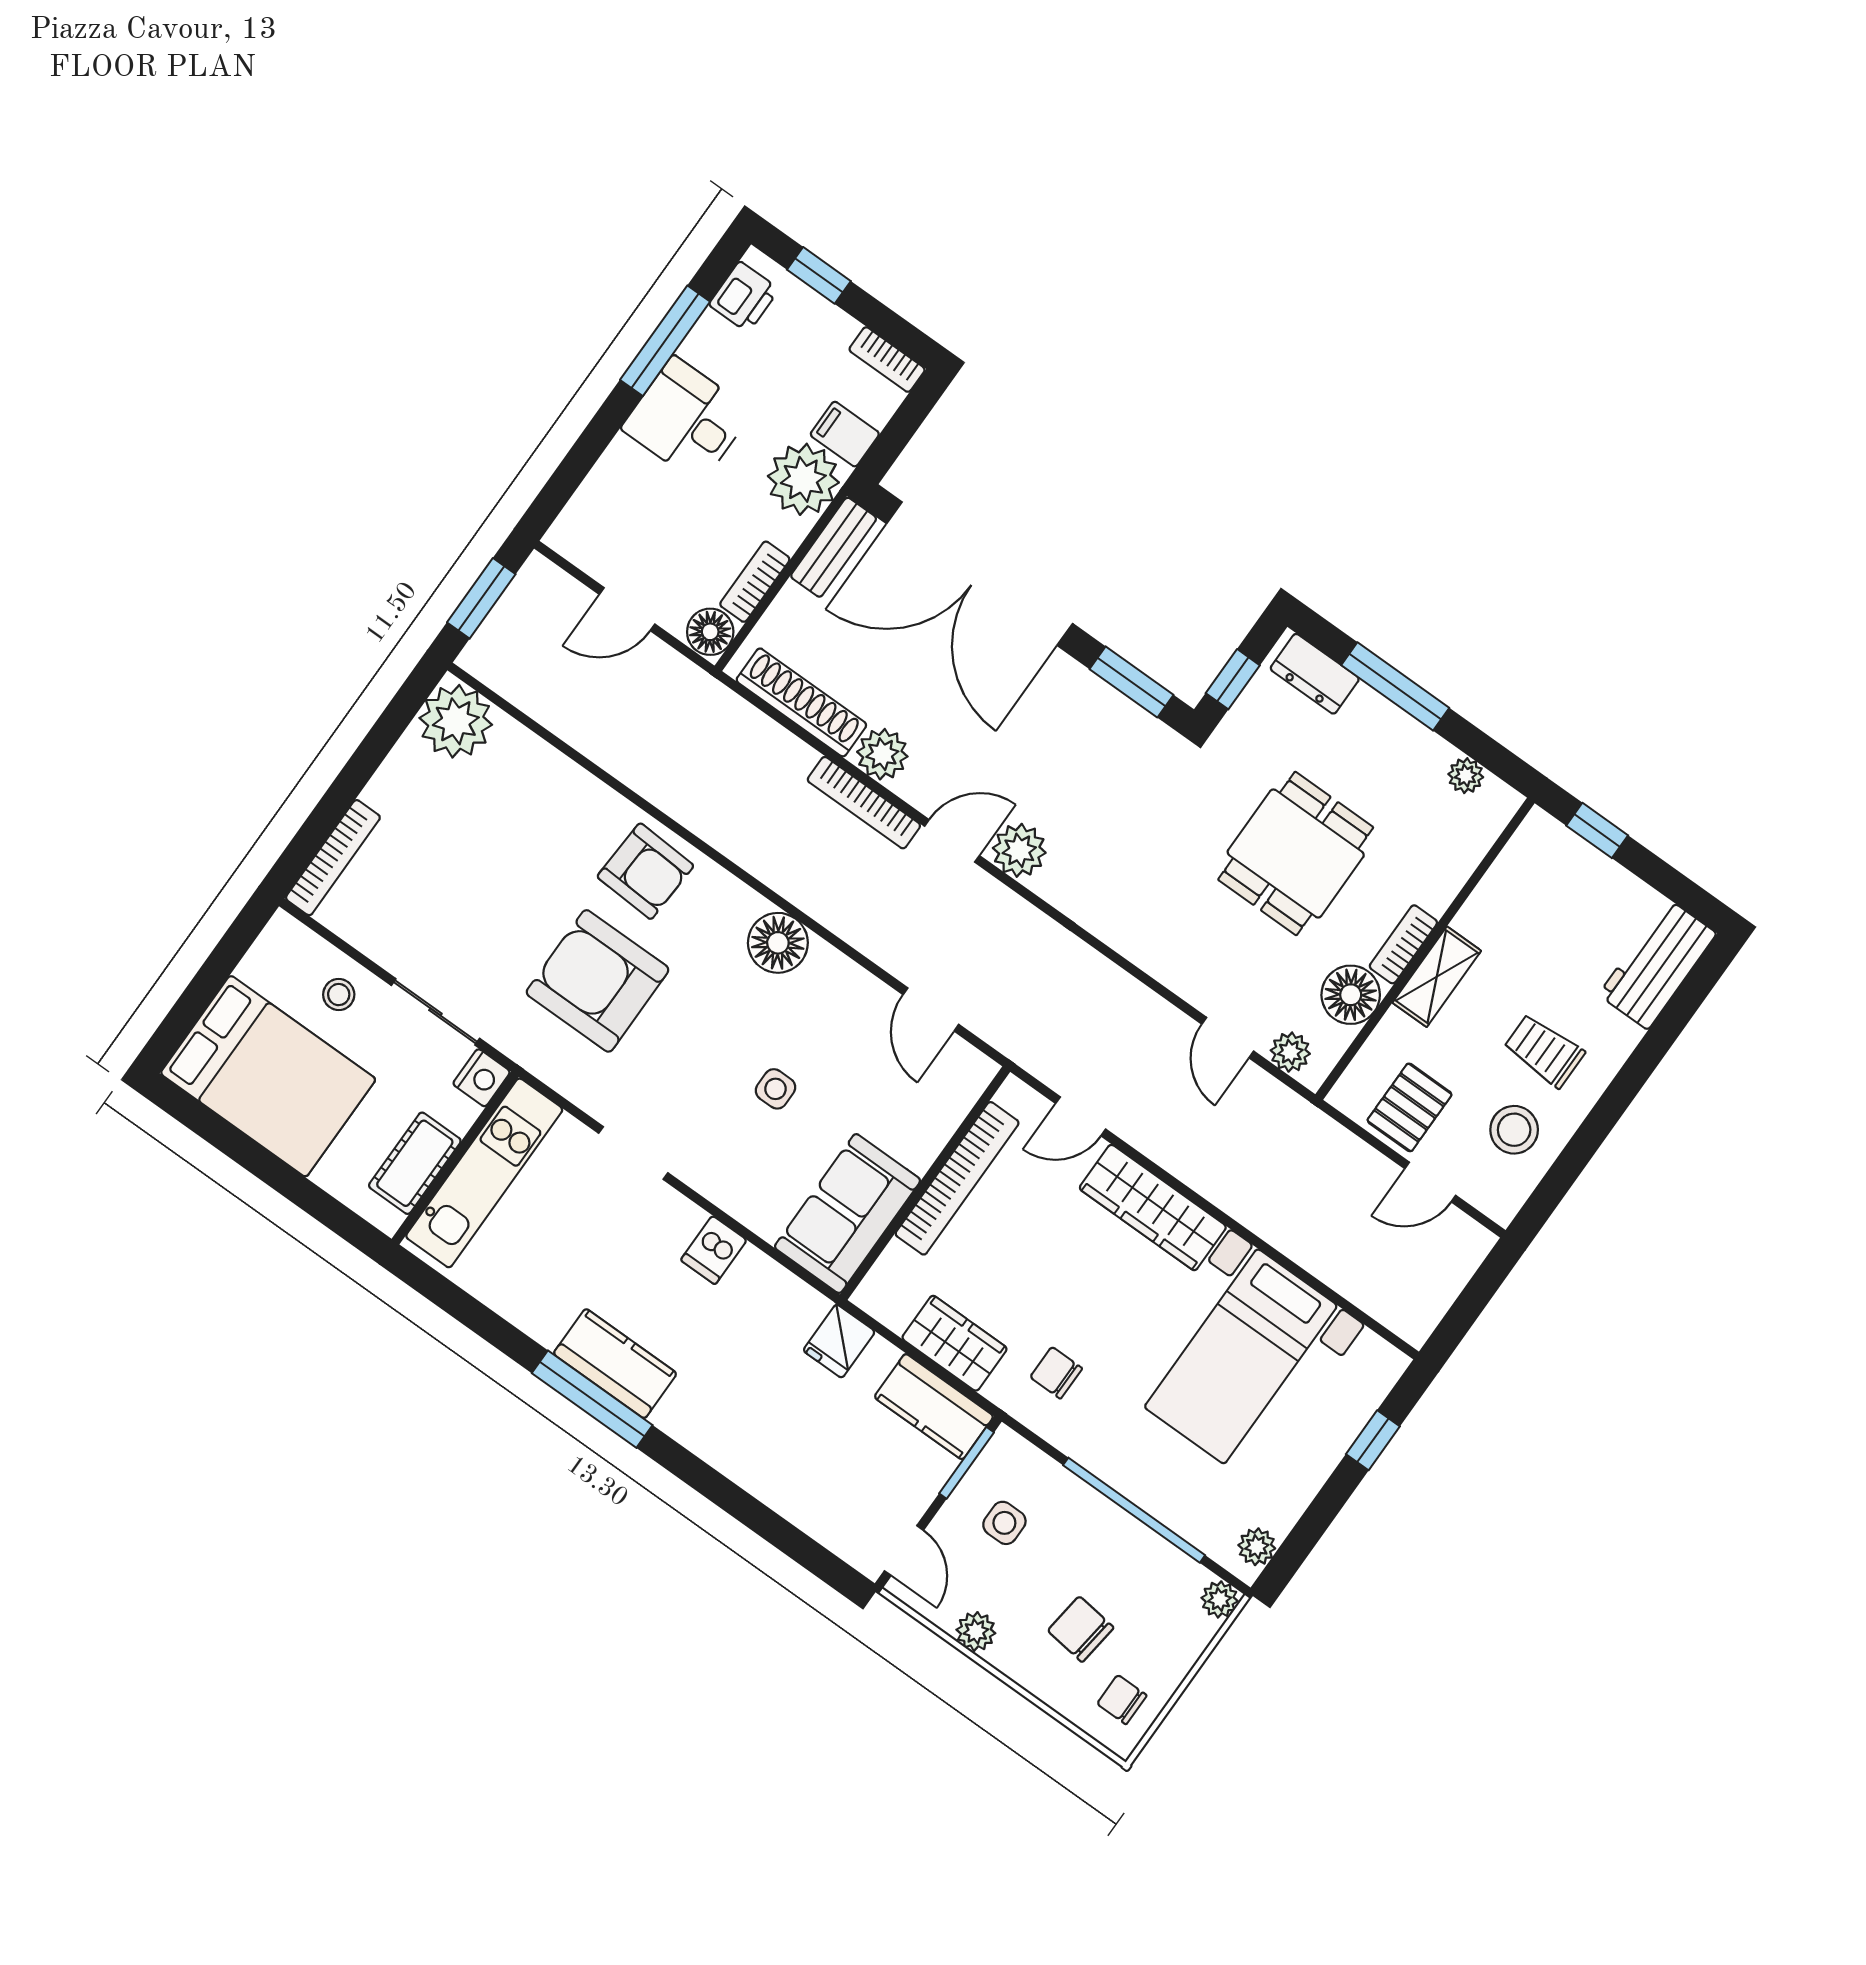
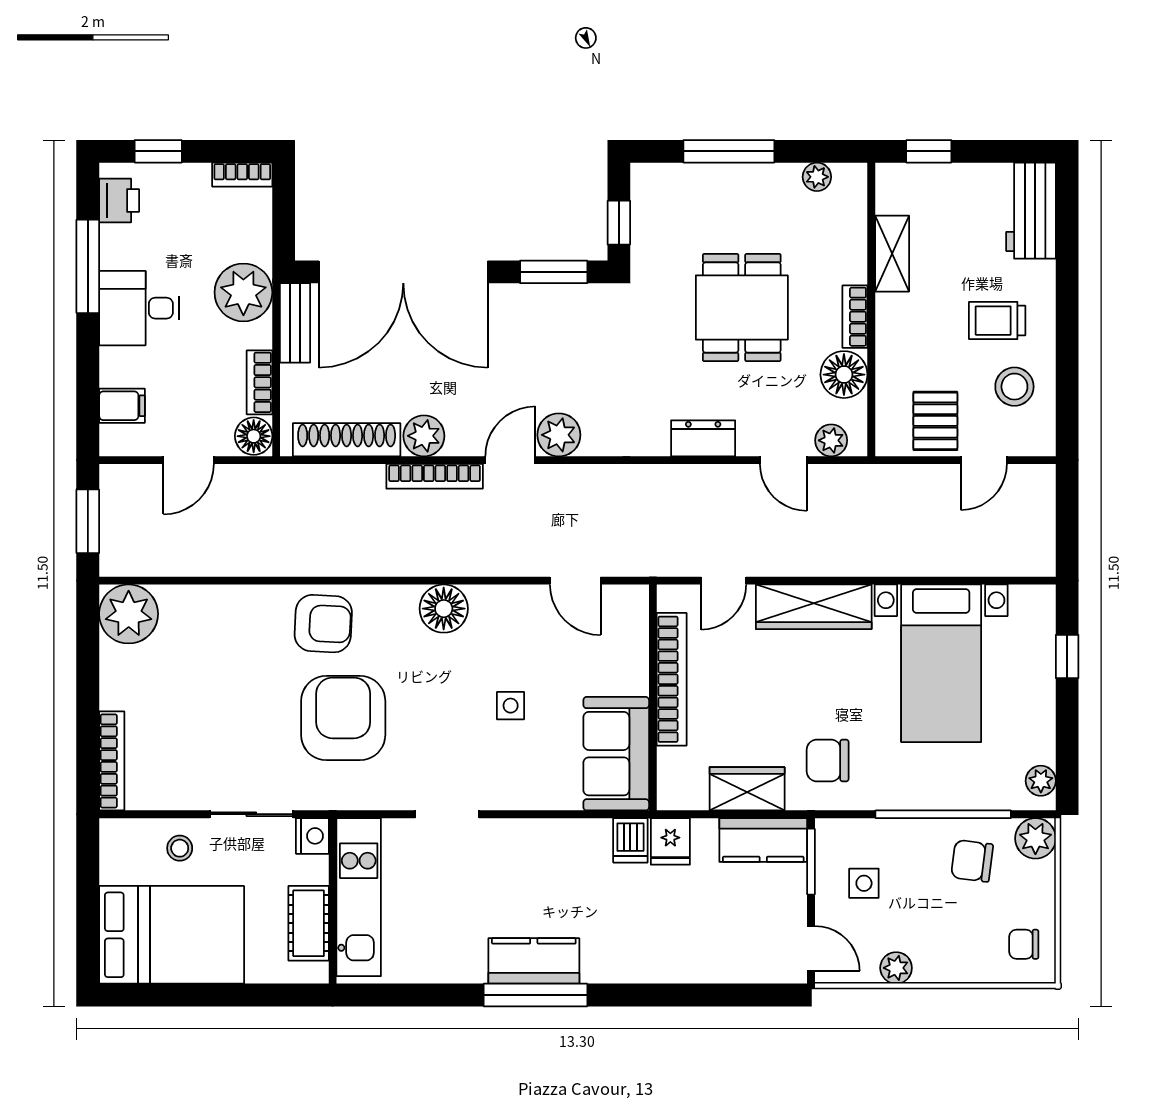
filing cabinet: (845, 434) -> (122, 406), moved, turned 180
dresser: (1315, 674) -> (703, 438), moved, turned 180
shelving: (1437, 977) -> (892, 254), moved
armchair: (598, 981) -> (343, 718), turned 90
dishwasher: (714, 1250) -> (630, 840), moved
chair: (1056, 1373) -> (828, 761), width x1.37, depth x1.37
plant: (1220, 1599) -> (1035, 838), width x1.38, depth x1.38
chair: (1081, 1629) -> (972, 861), moved

